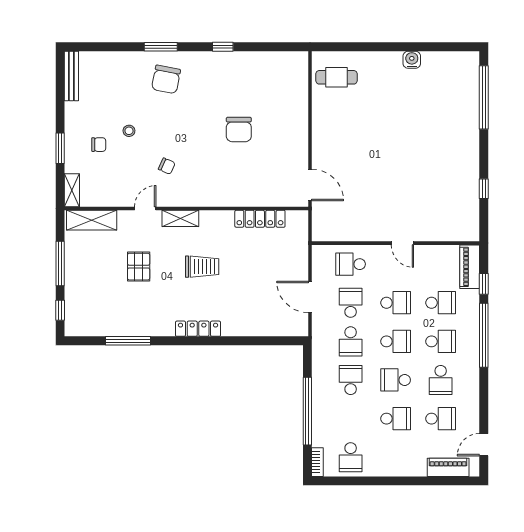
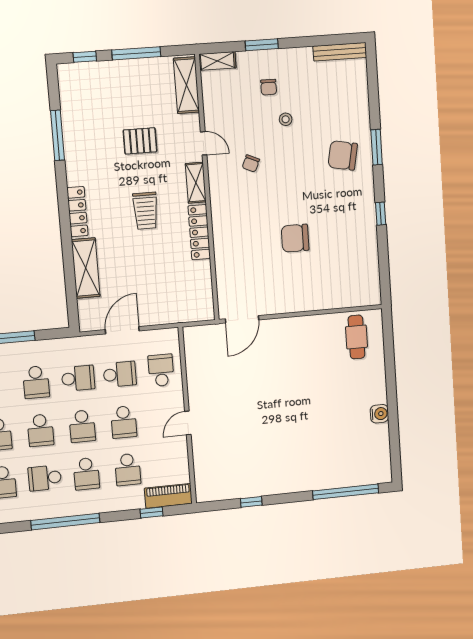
locker: (260, 219) -> (199, 232), moved
shelving: (250, 326) -> (86, 268), added
window: (484, 335) -> (65, 522), moved
school desk: (351, 341) -> (78, 378), turned 180
school desk: (351, 380) -> (36, 382), turned 90
school desk: (396, 380) -> (40, 430), turned 180

